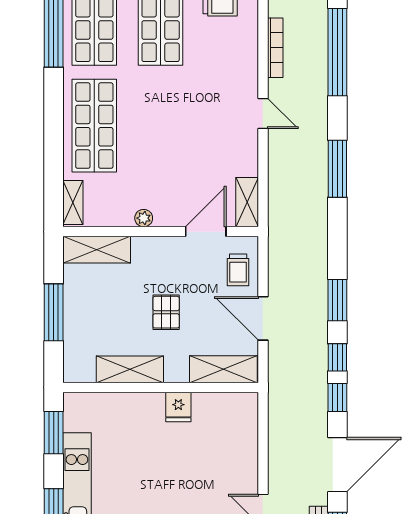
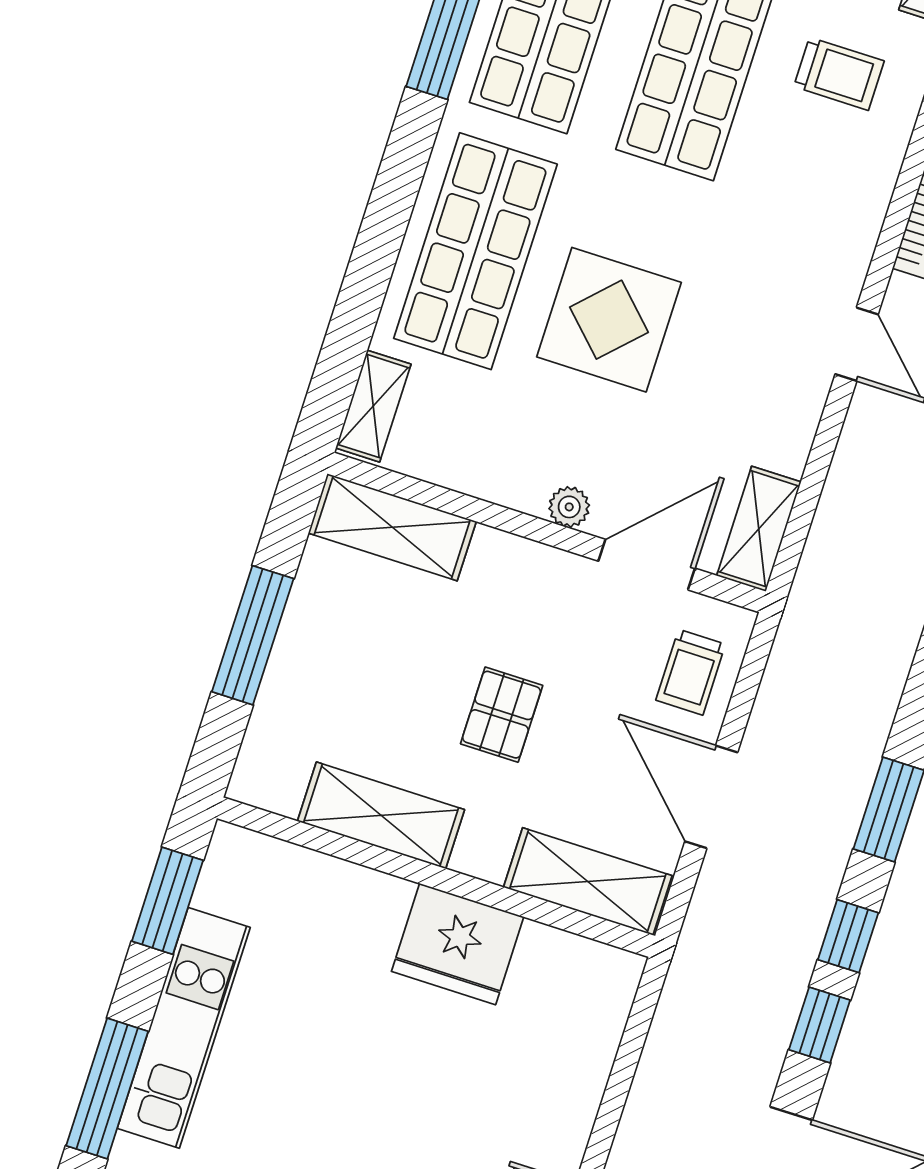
display table: (158, 136) -> (609, 320), added
plant: (144, 218) -> (569, 507), moved
fridge: (178, 407) -> (458, 944), width x1.88, depth x1.34

